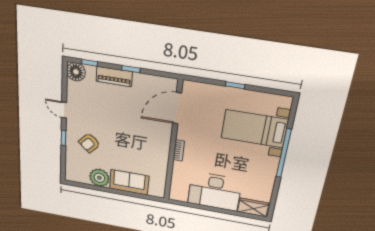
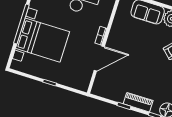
door: (177, 108) -> (99, 59), moved
bed with nightstands: (254, 129) -> (43, 40), width x1.36

